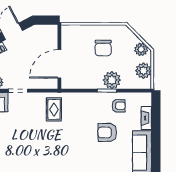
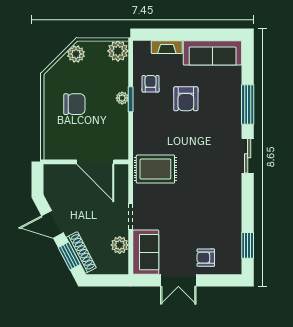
plant: (143, 71) -> (118, 51), moved
plant: (112, 80) -> (122, 98), width x0.53, depth x0.53
rug: (54, 109) -> (155, 169), width x1.36, depth x1.43

